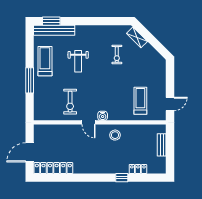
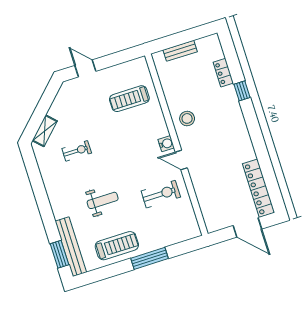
treadmill: (45, 61) -> (117, 246), turned 180
door: (170, 104) -> (85, 68), moved
door: (89, 122) -> (181, 160), swing flipped

